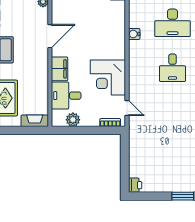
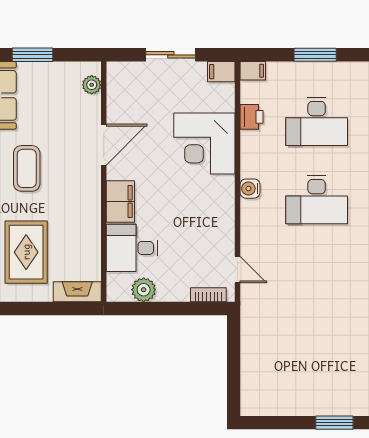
water cooler: (134, 34) -> (250, 189), moved
desk: (172, 68) -> (317, 200), width x1.37
corner desk: (108, 77) -> (204, 144), moved
printer: (135, 185) -> (252, 117), moved

